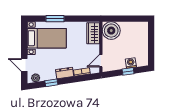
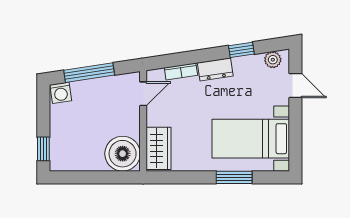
window: (151, 33) -> (43, 149), added
washing machine: (131, 63) -> (61, 93), moved
window: (128, 71) -> (89, 73), width x2.17

